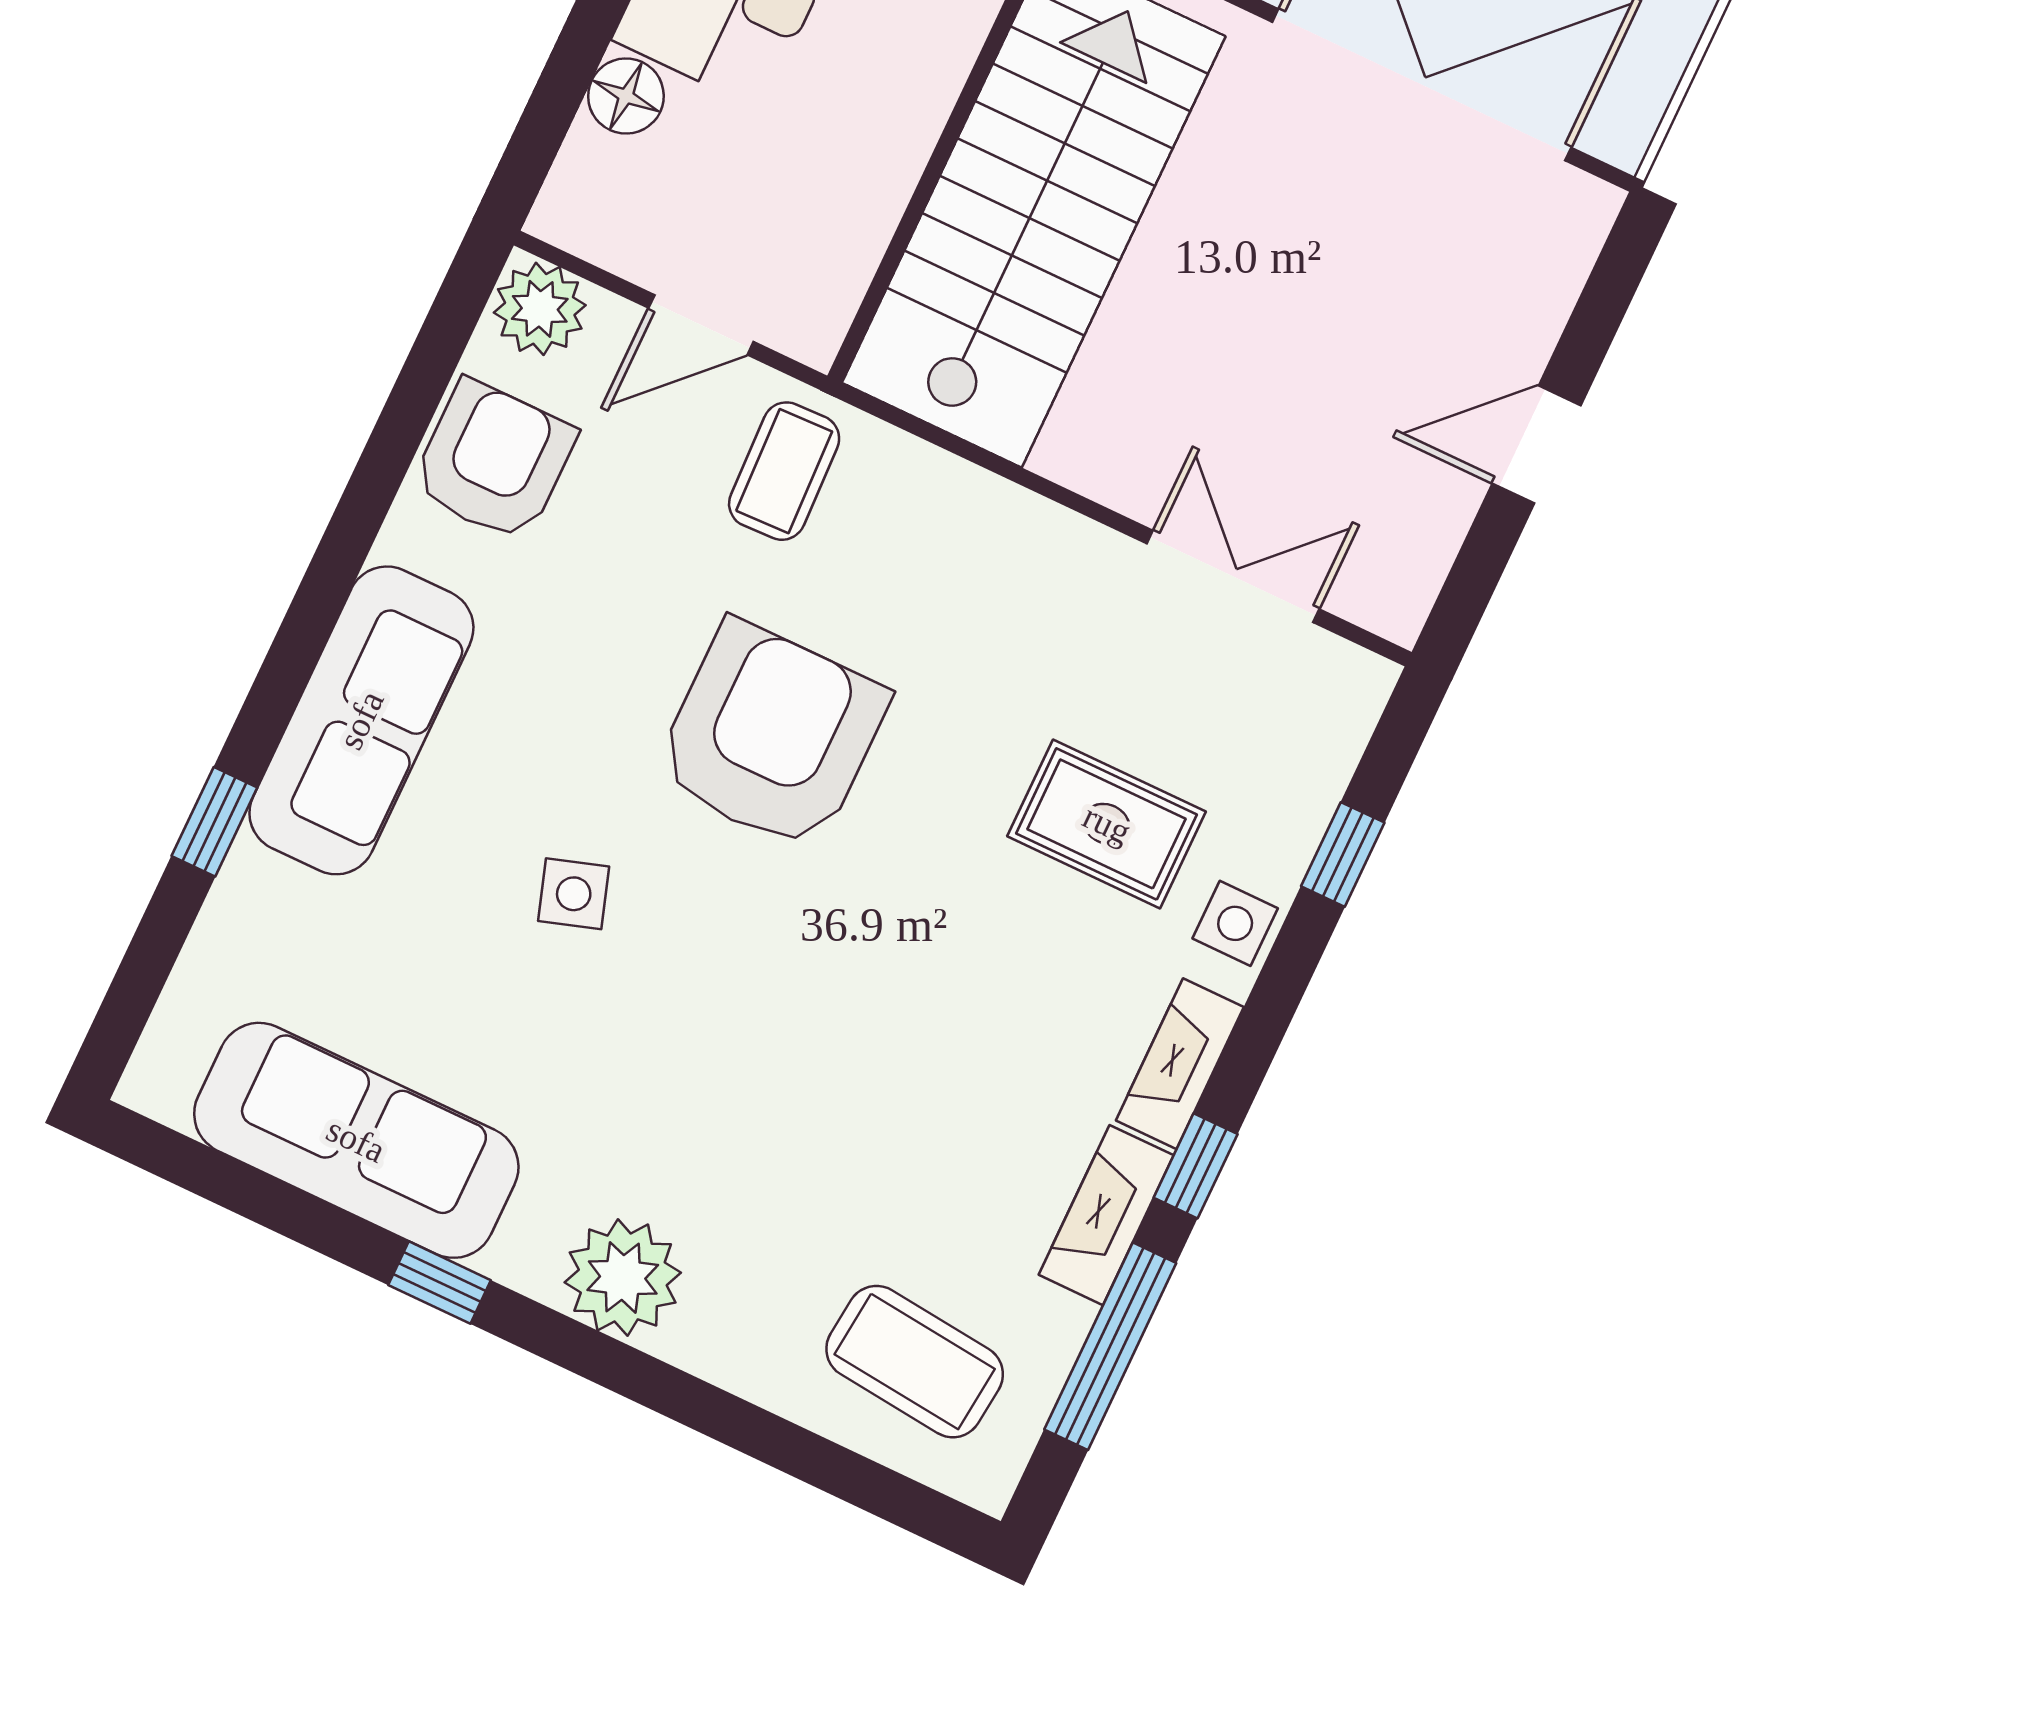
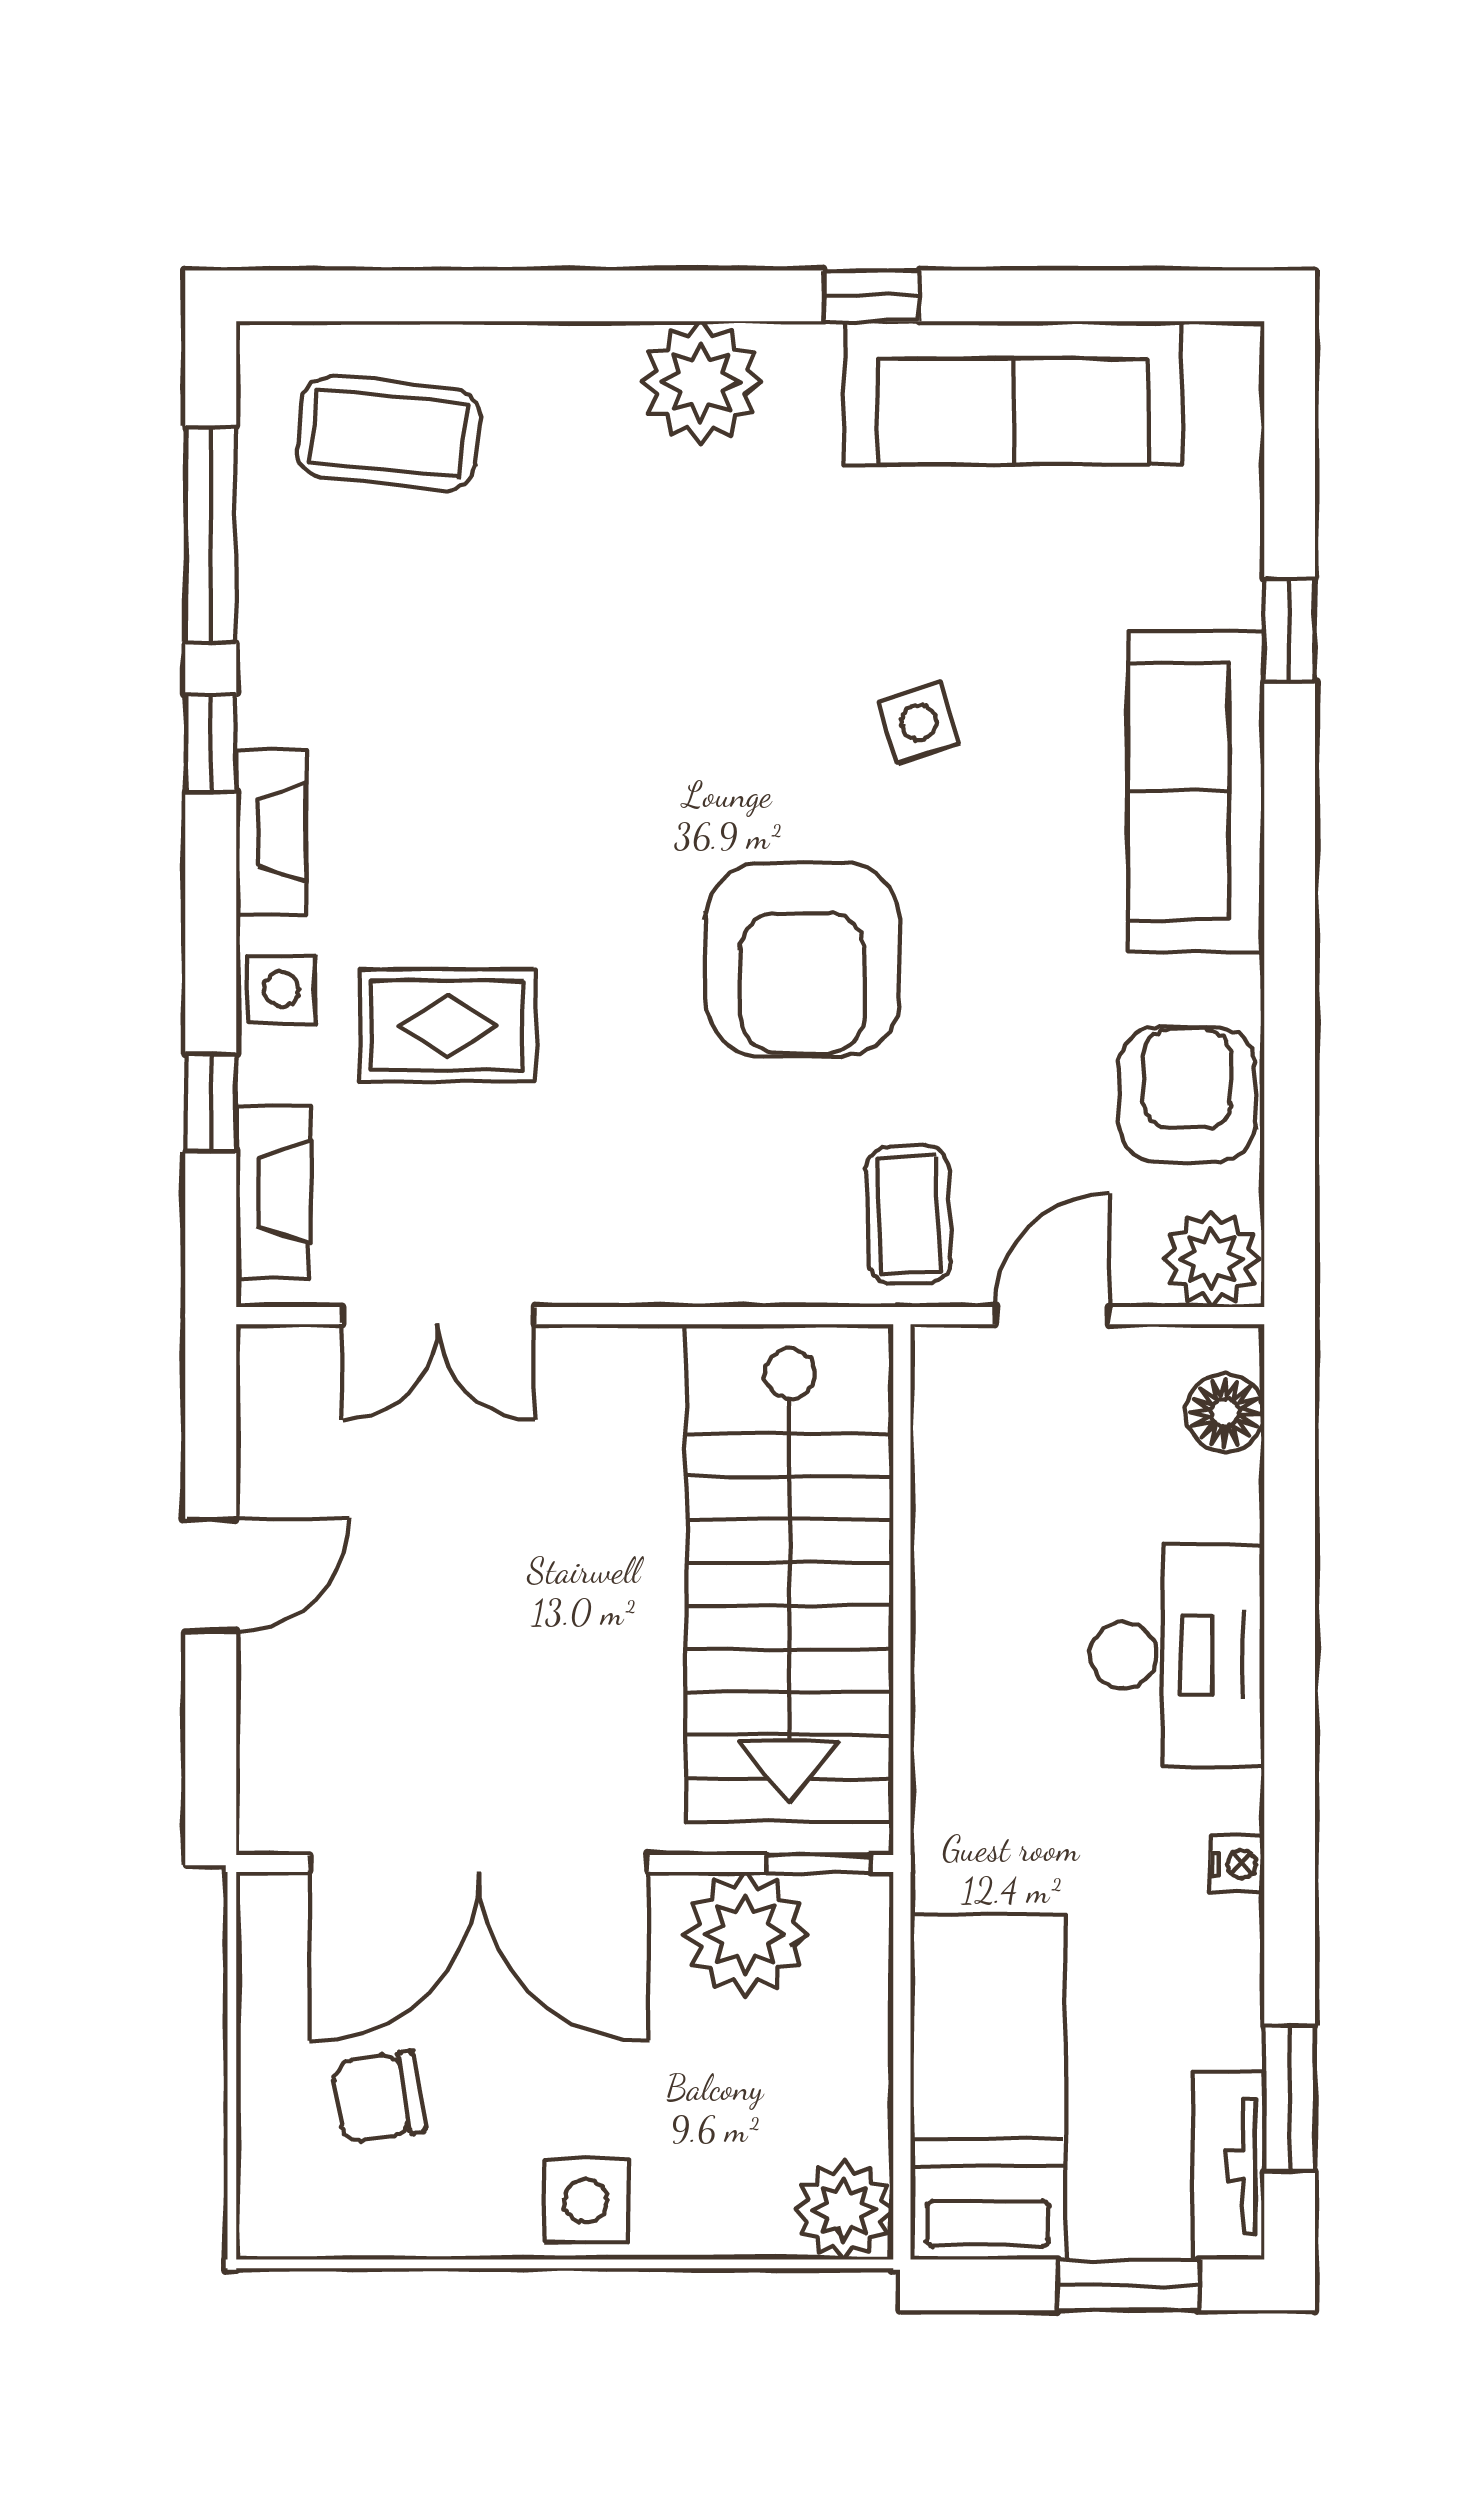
floor lamp: (626, 96) -> (1225, 1413), moved
armchair: (494, 461) -> (1187, 1095), turned 180
fireplace: (1106, 1215) -> (273, 1192), moved

